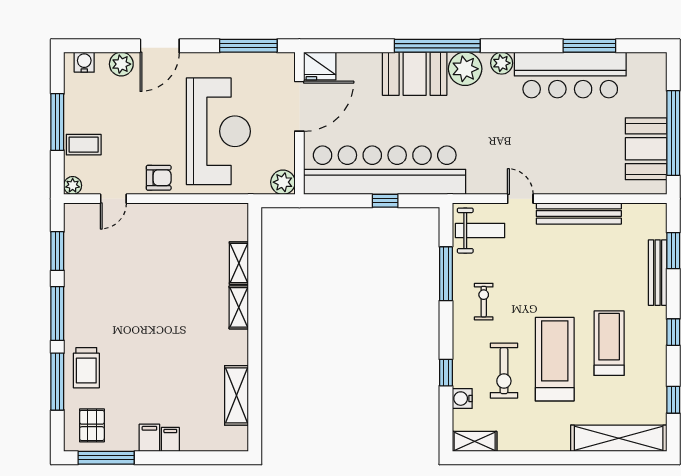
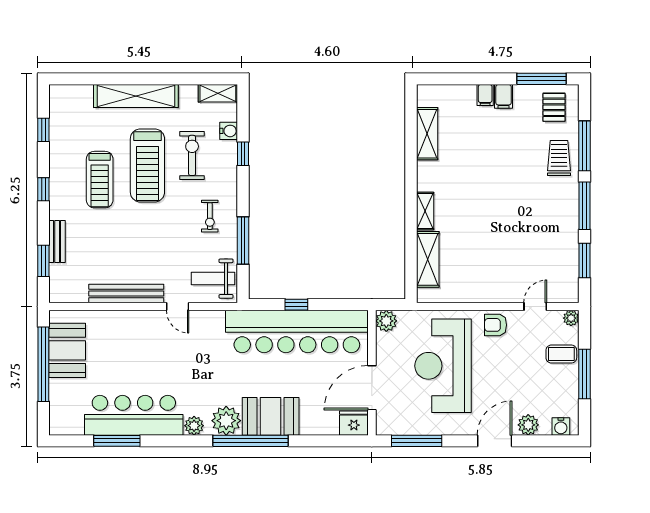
shelving: (239, 263) -> (428, 259), width x1.50, depth x1.33
bench: (658, 273) -> (57, 242), width x0.73
shelving: (619, 438) -> (136, 96), moved

